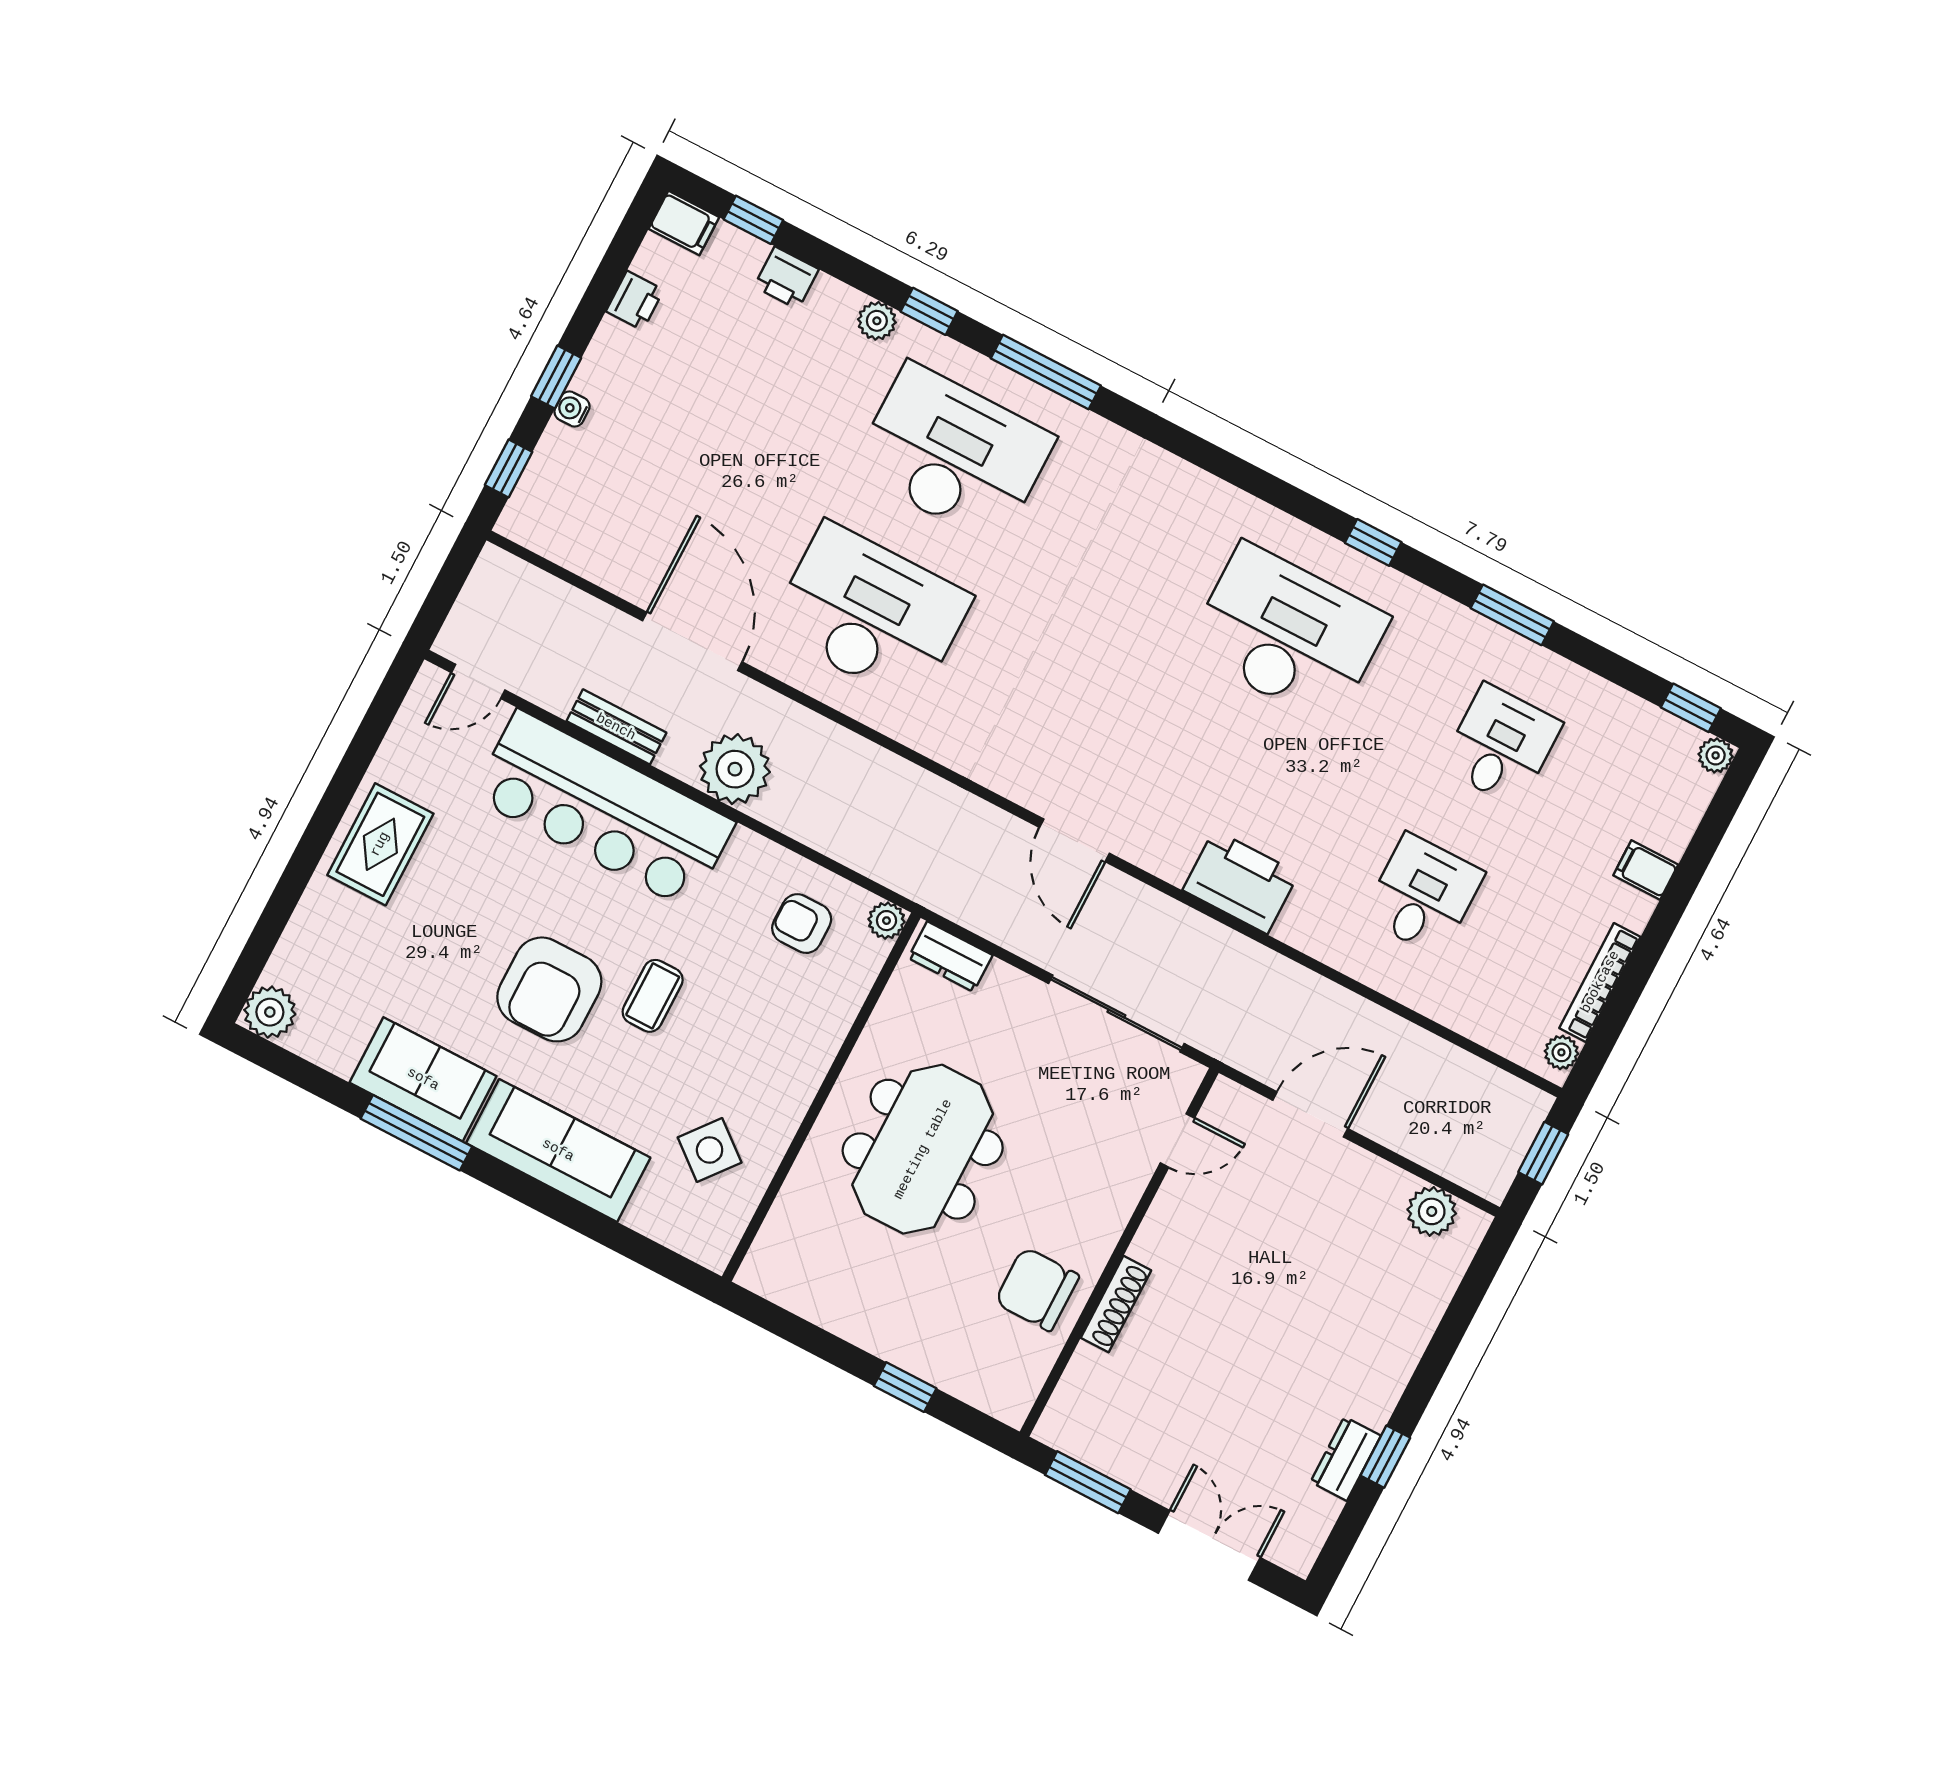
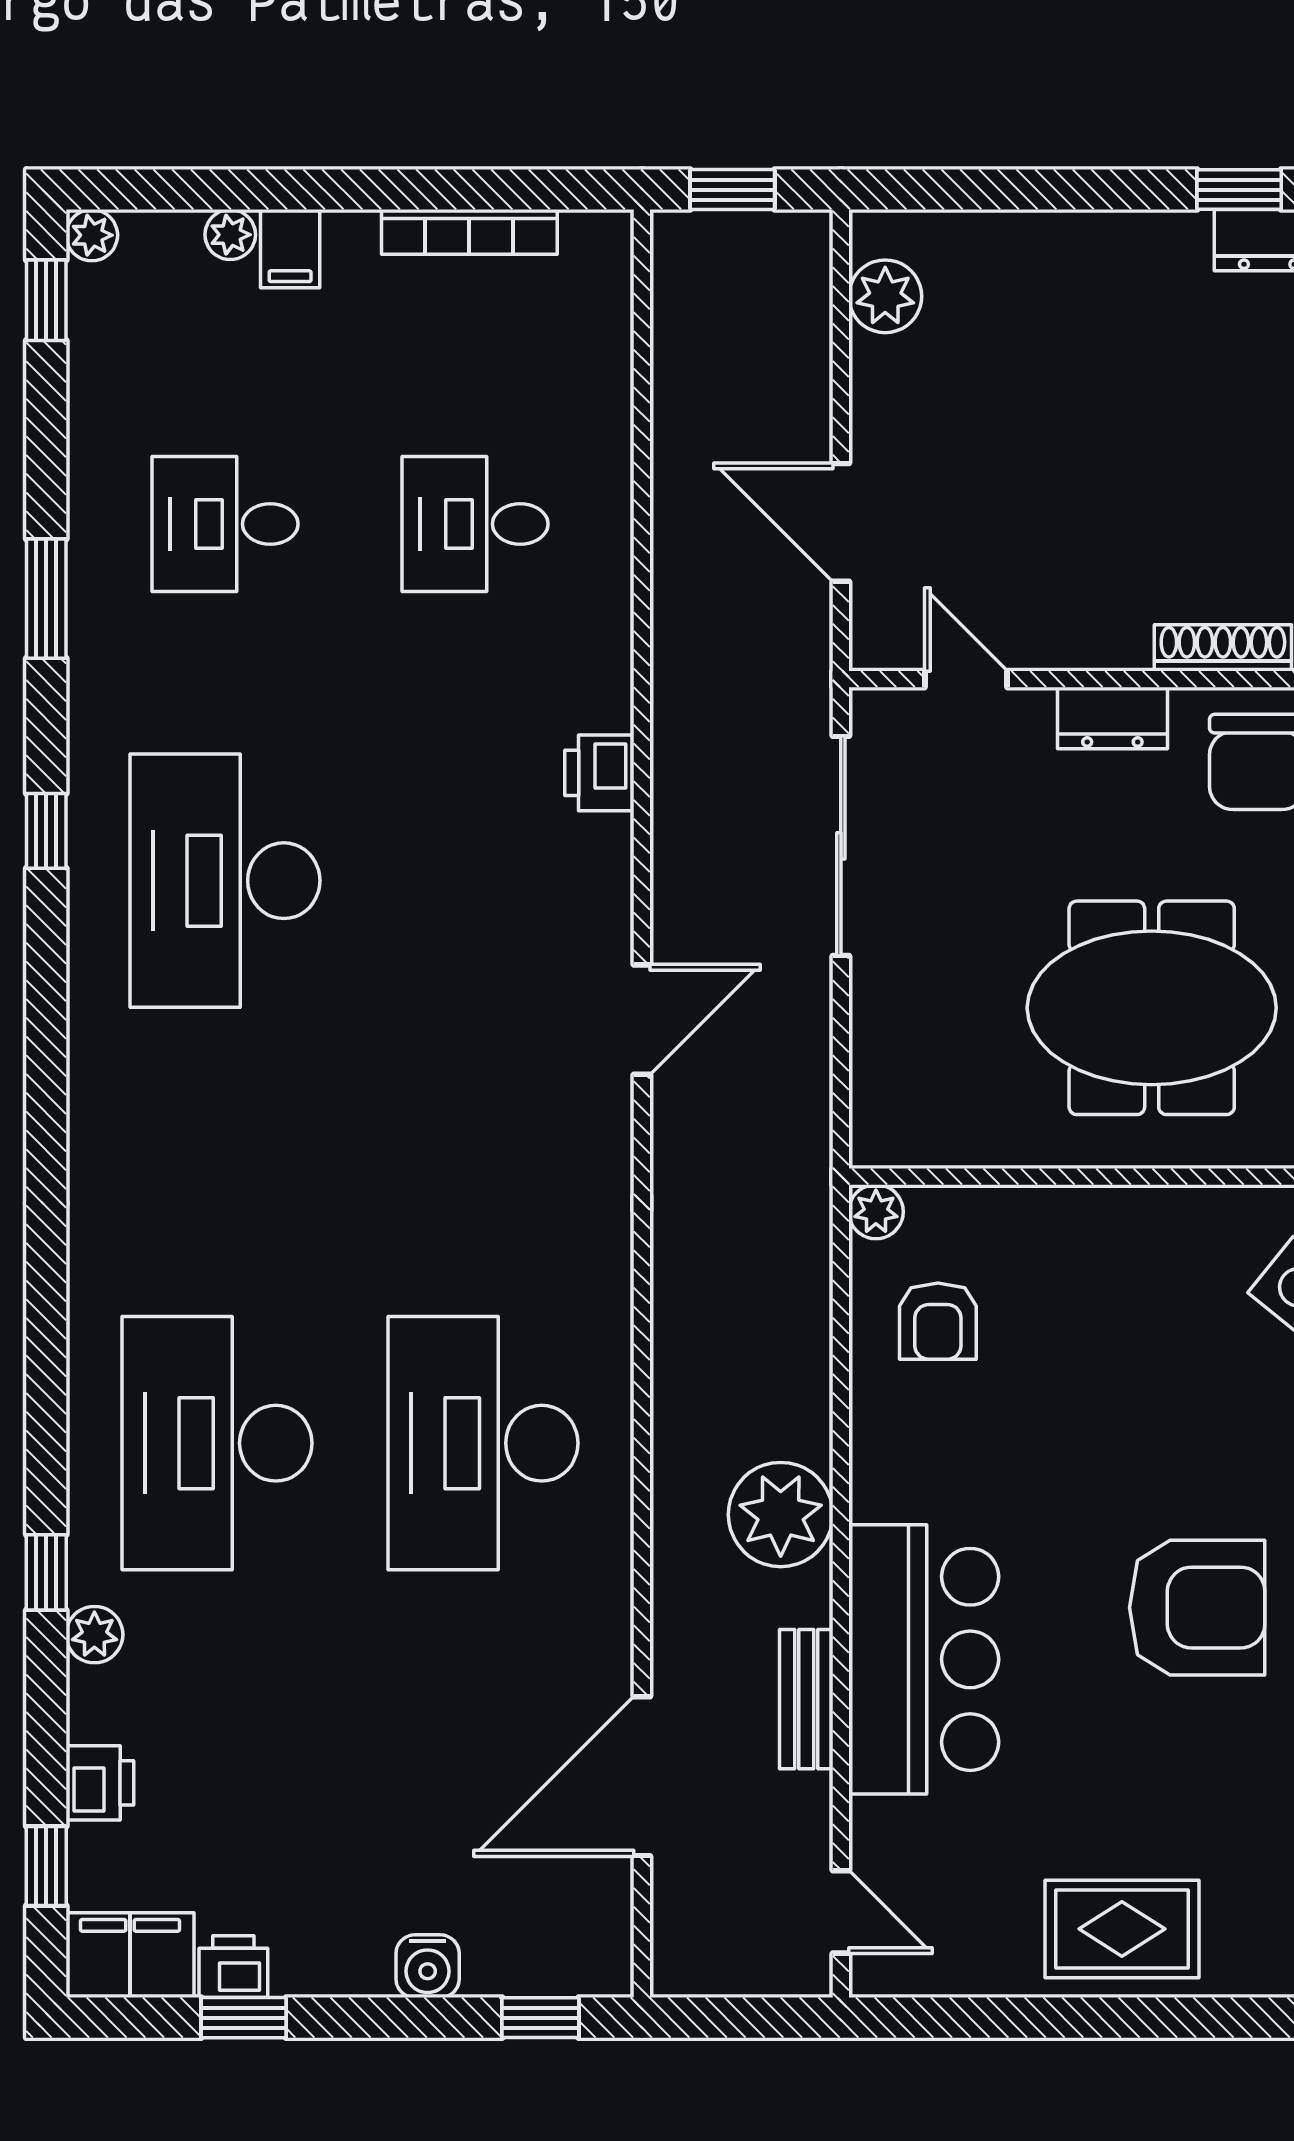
filing cabinet: (684, 223) -> (130, 1955), width x2.00
window: (1046, 372) -> (46, 1378), removed
window: (556, 377) -> (244, 2018), moved
water cooler: (572, 409) -> (428, 1966), width x1.38, depth x1.38
door: (692, 641) -> (642, 1776), moved
bar counter: (604, 810) -> (924, 1659), width x0.73
printer: (1241, 882) -> (599, 773), width x0.53, depth x0.68
dresser: (950, 957) -> (1112, 718), moved, turned 90
coffee table: (653, 996) -> (1135, 1468), removed
plant: (1561, 1052) -> (230, 235), moved

